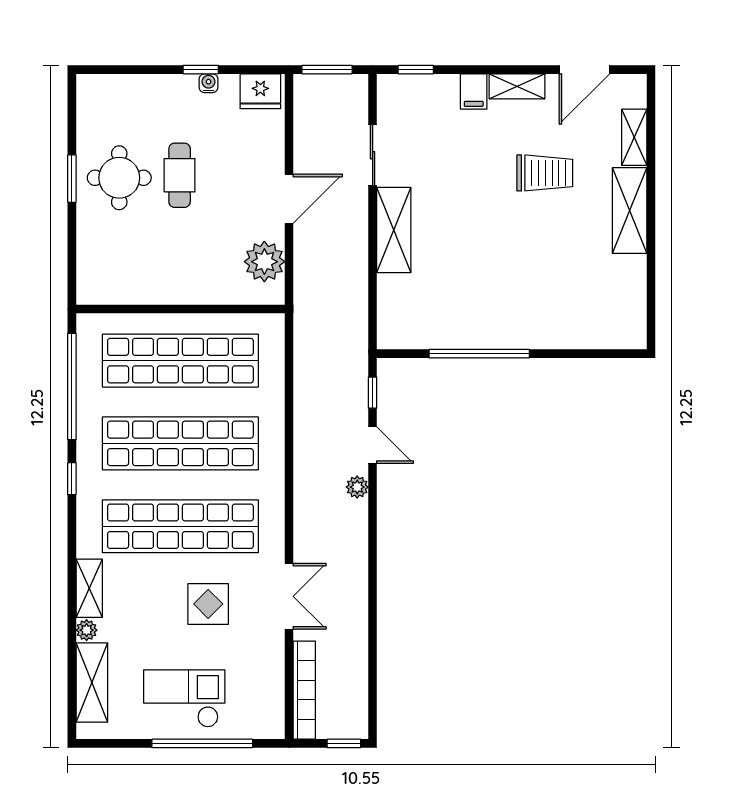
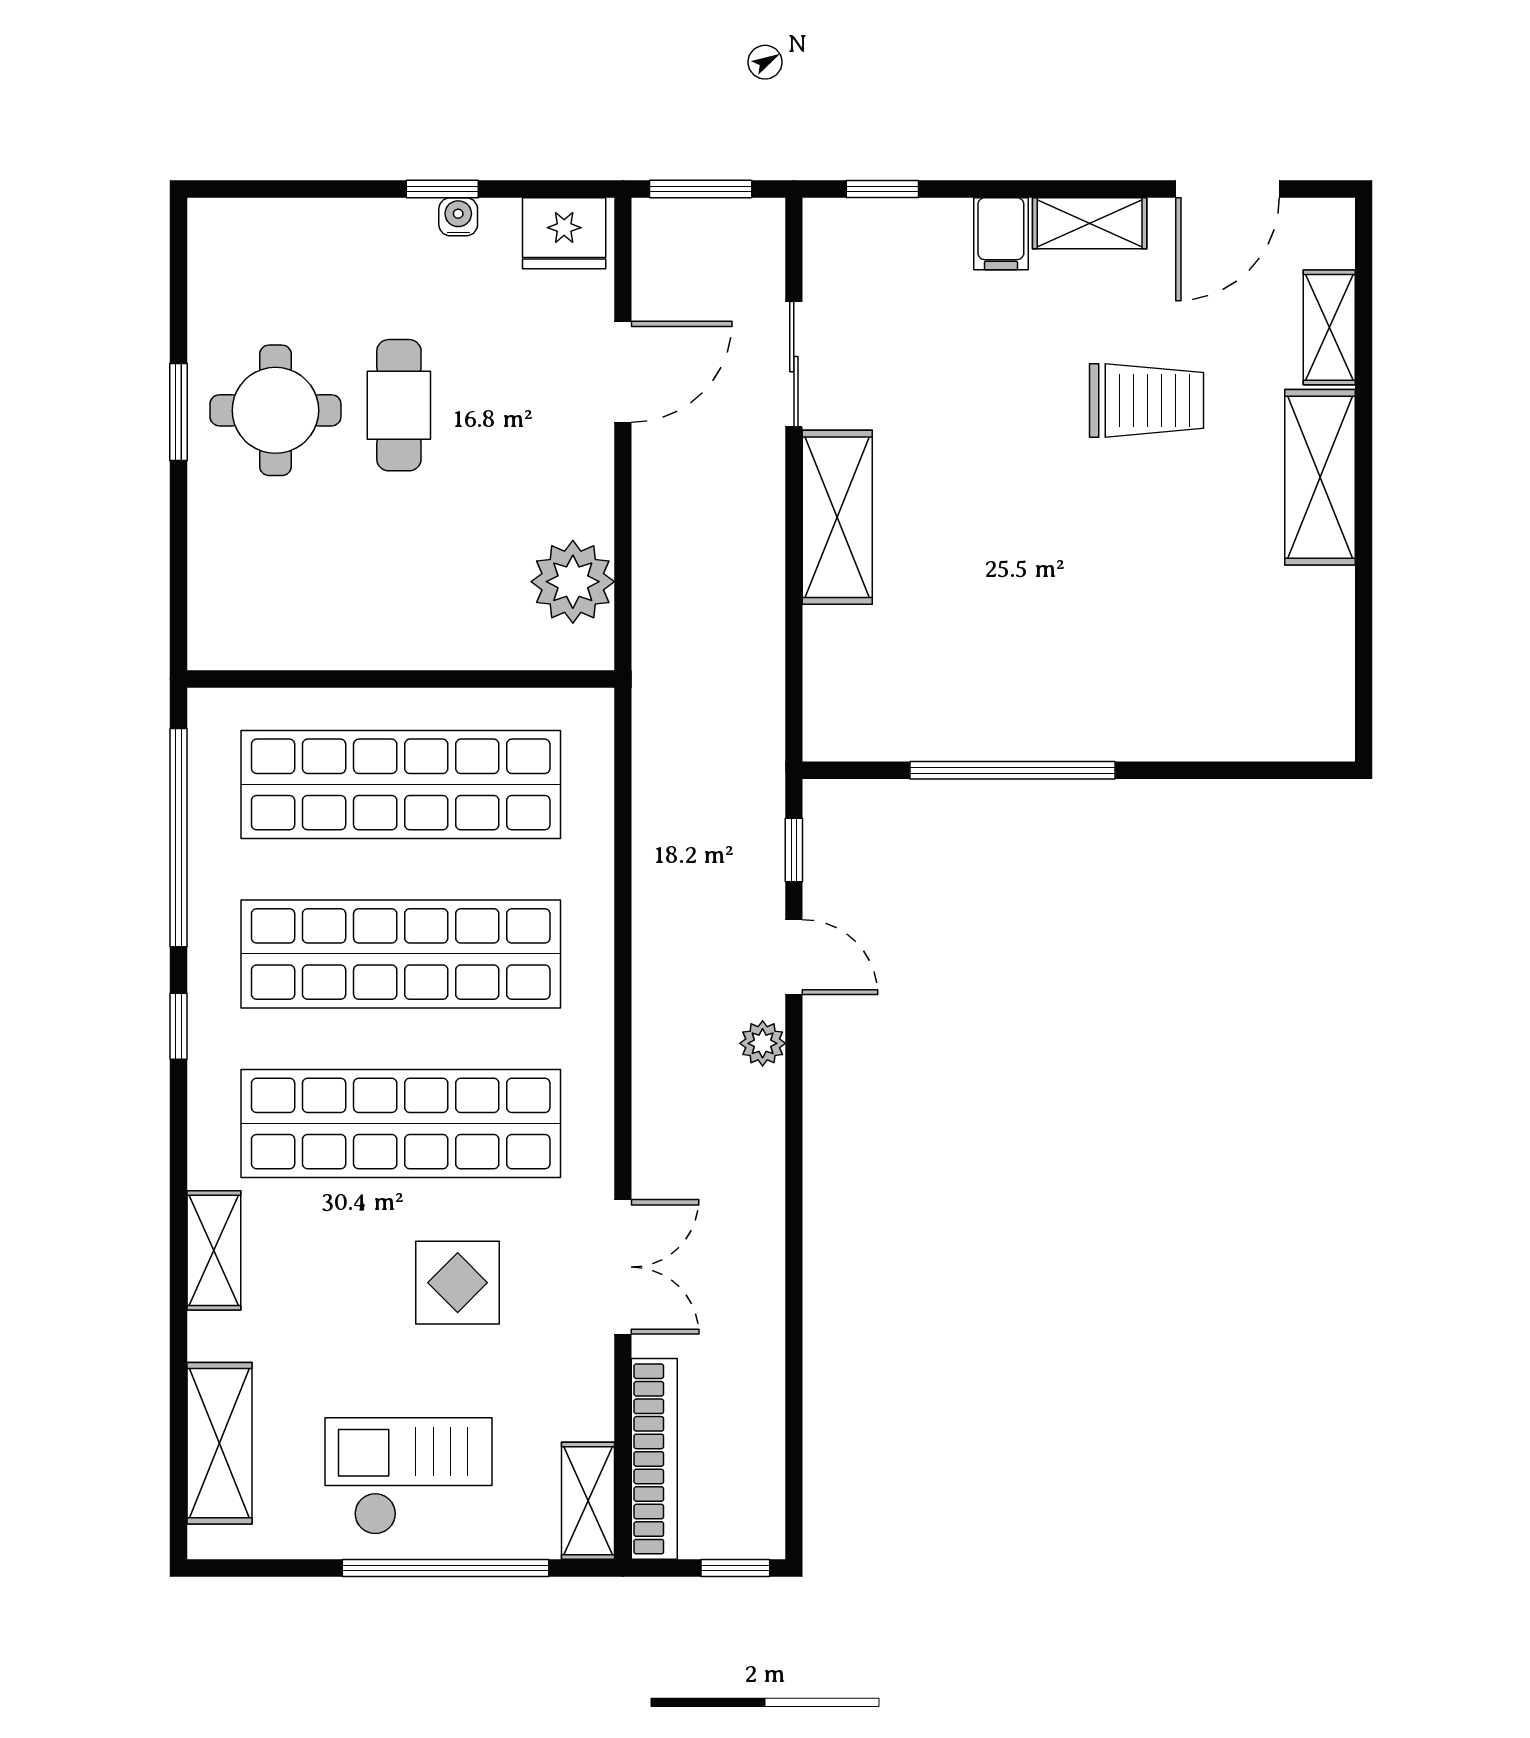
door: (289, 199) -> (623, 372), moved
plant: (87, 630) -> (209, 1336), removed
shelving: (272, 711) -> (588, 1501), added

